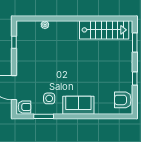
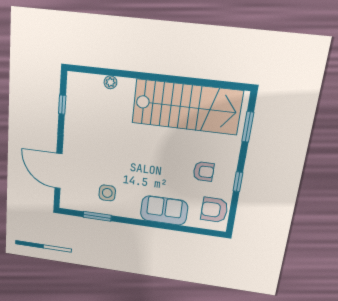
stairs: (104, 30) -> (187, 107), width x1.36, depth x1.51
sofa: (78, 105) -> (164, 210), moved
armchair: (25, 107) -> (204, 172), moved

